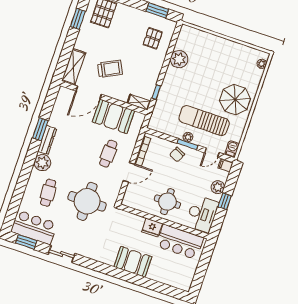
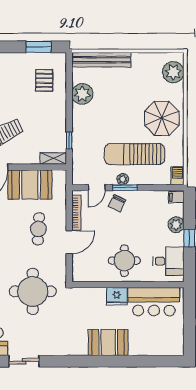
bench: (203, 37) -> (101, 60), added
plant: (262, 64) -> (173, 72), width x1.87, depth x1.87
door: (212, 153) -> (97, 188), moved
desk: (202, 214) -> (168, 261), width x0.73

